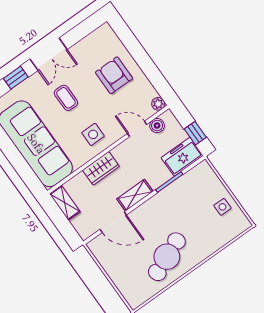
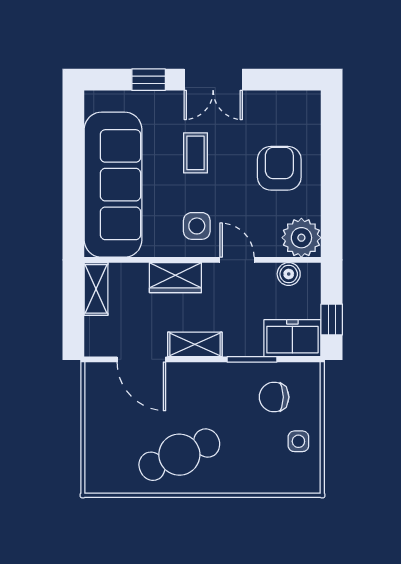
plant: (158, 104) -> (301, 238), width x1.88, depth x1.88
door: (137, 129) -> (237, 260), moved
chair: (194, 193) -> (274, 397), added

